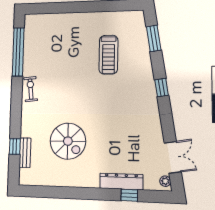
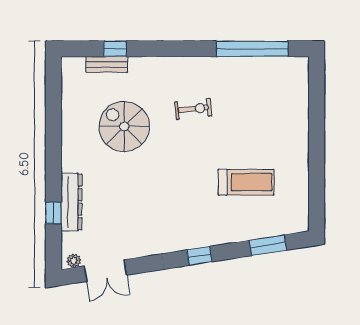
treadmill: (108, 55) -> (246, 182), turned 180
exercise bike: (31, 89) -> (193, 109), moved
spiral stairs: (68, 141) -> (124, 126), turned 90

